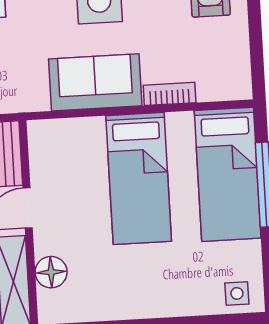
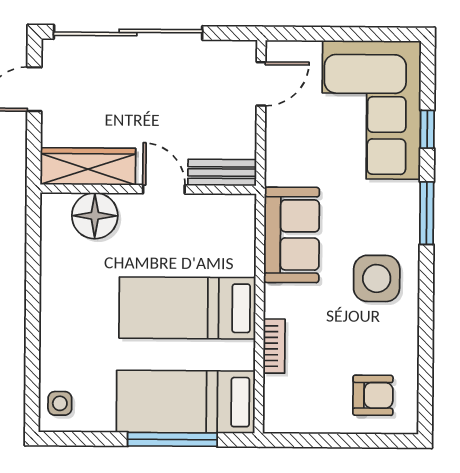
sofa: (95, 82) -> (292, 235), moved
floor lamp: (51, 272) -> (95, 216), width x1.38, depth x1.38

